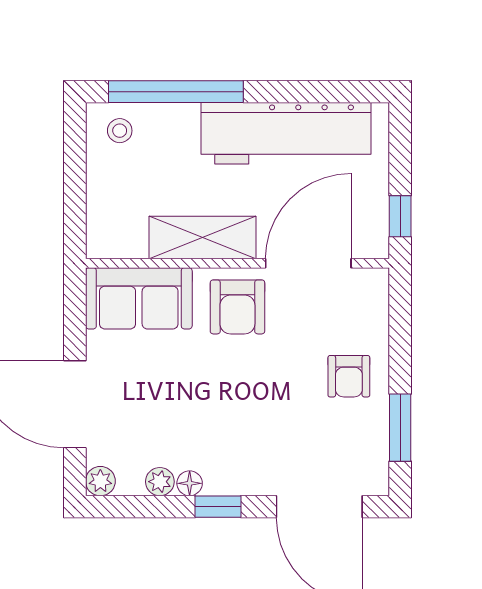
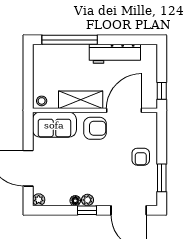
stool: (120, 131) -> (42, 101), moved
workbench: (286, 133) -> (115, 54), width x0.73, depth x0.76
armchair: (237, 307) -> (95, 128), turned -90
plant: (160, 482) -> (87, 200), moved

